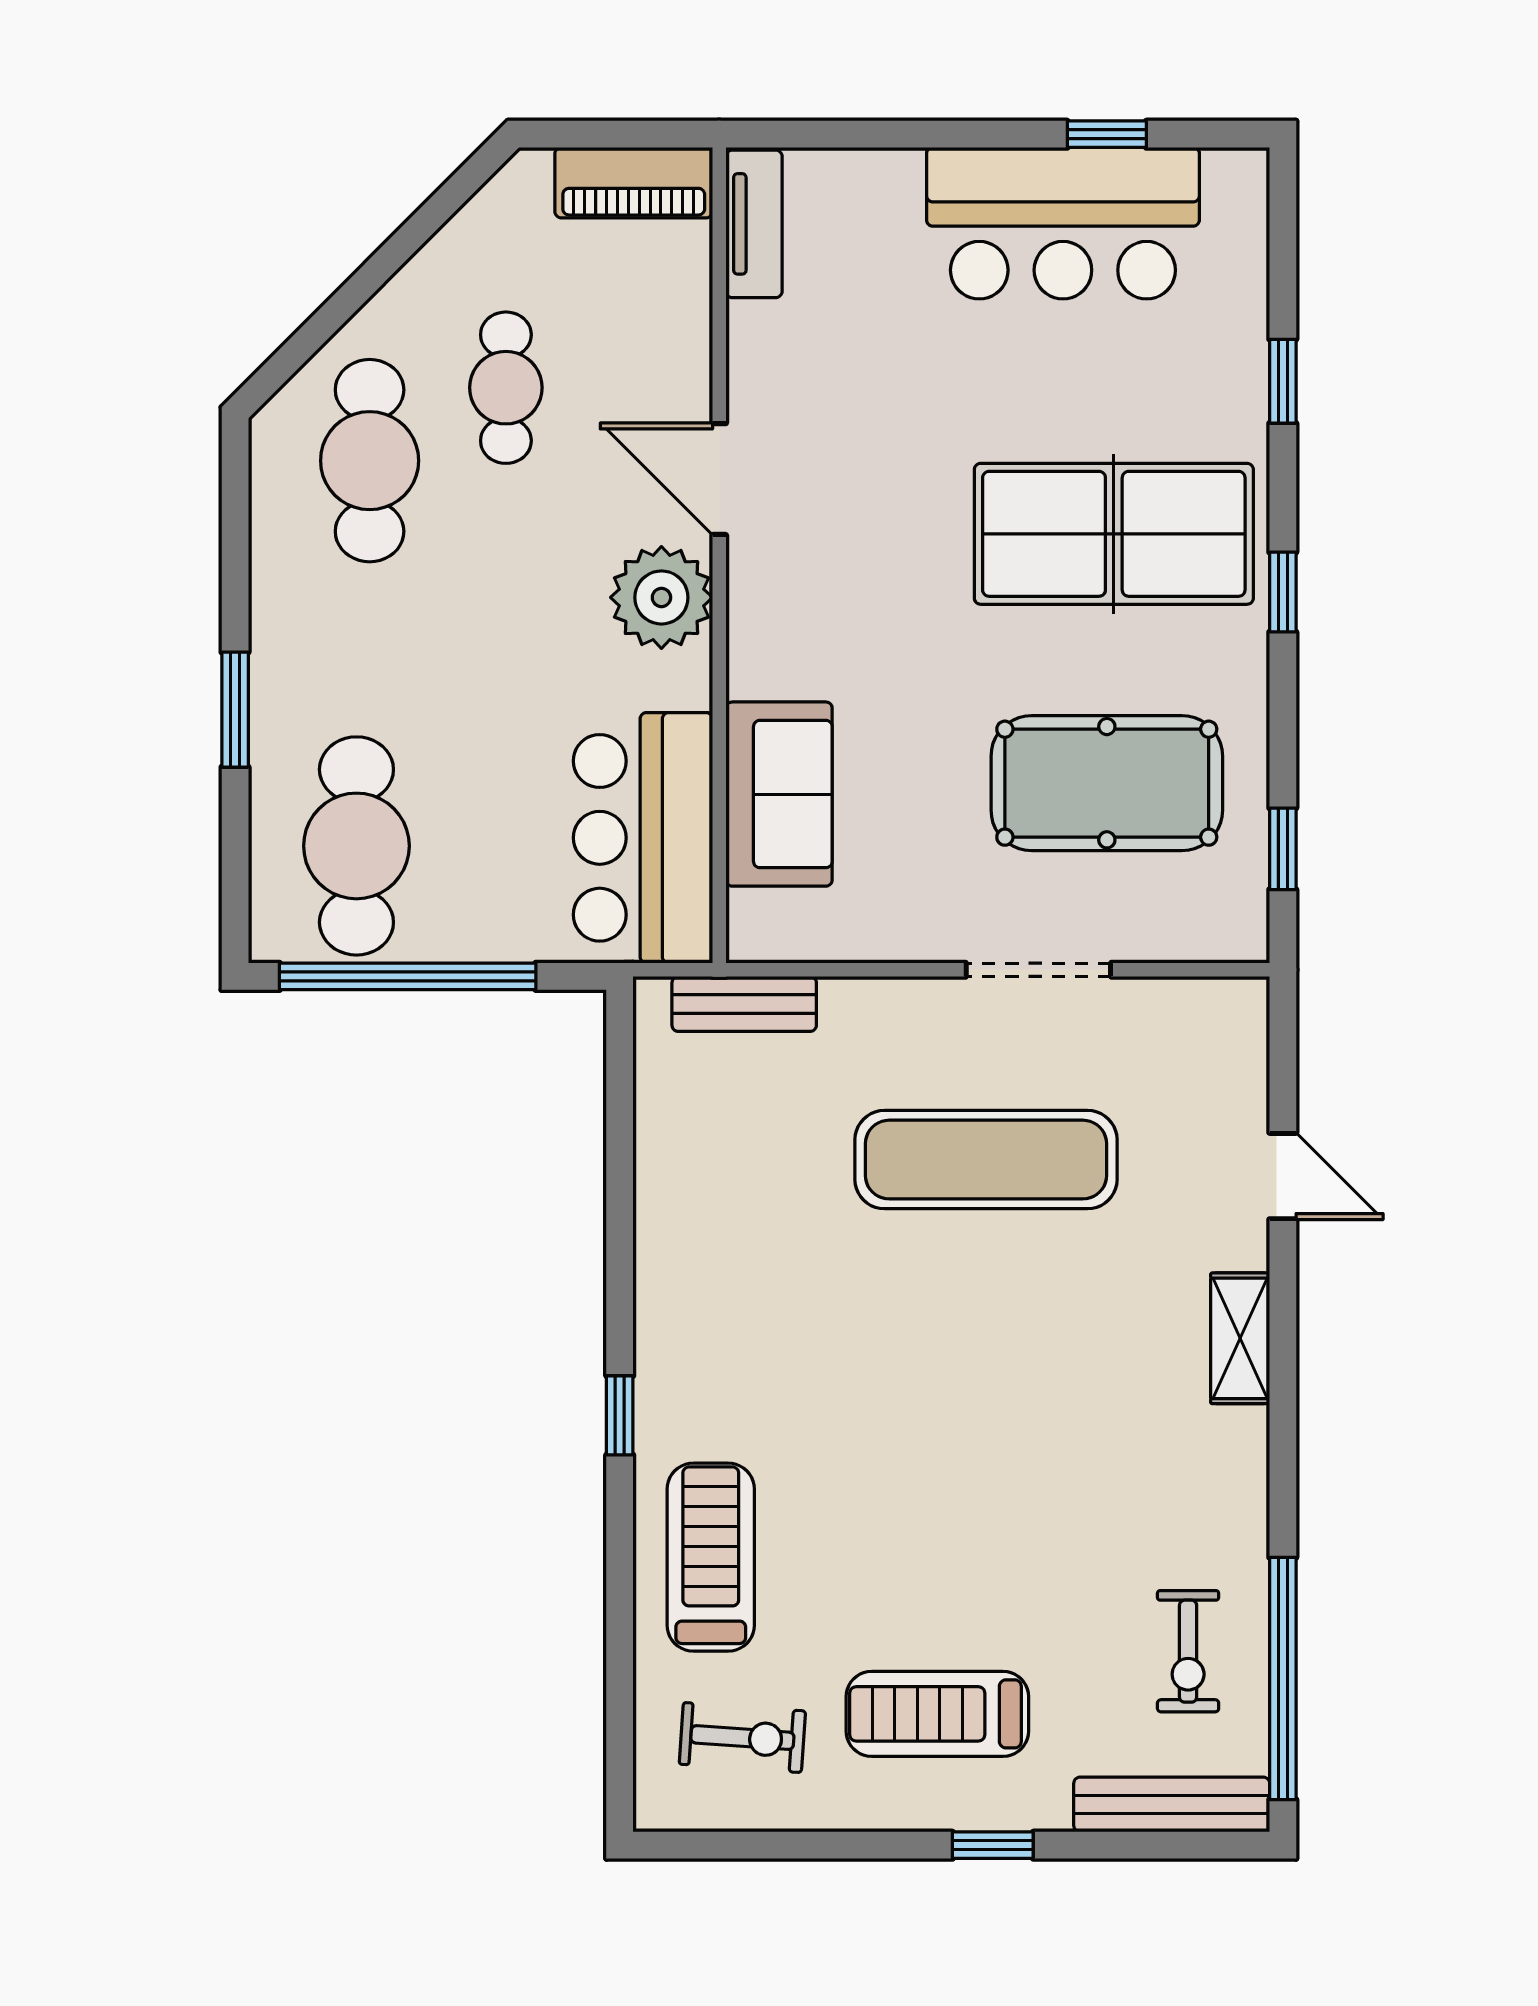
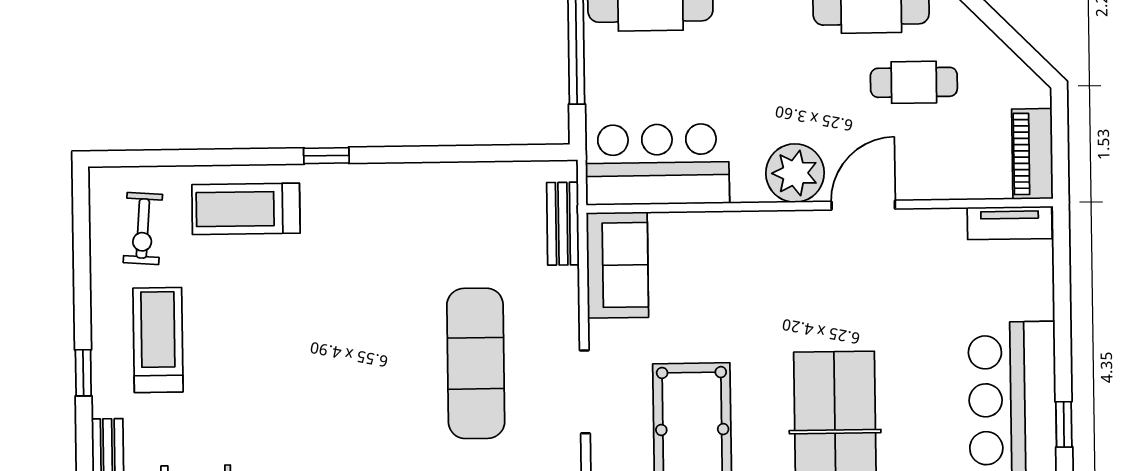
sofa: (779, 794) -> (617, 265), moved, turned -90
treadmill: (711, 1557) -> (246, 209), turned 180

